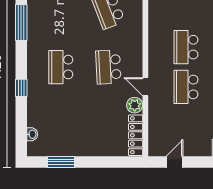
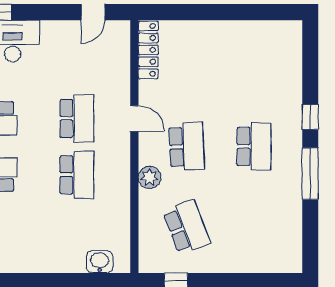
window: (21, 23) -> (310, 174), moved
plant: (135, 105) -> (150, 177), moved
washbasin: (32, 134) -> (295, 51), removed
window: (61, 162) -> (254, 12), removed

